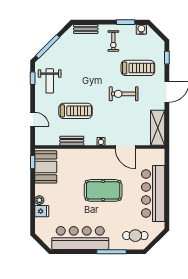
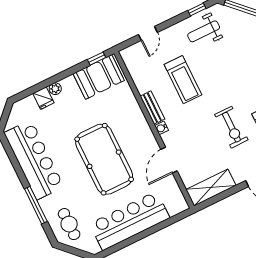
exercise bike: (124, 94) -> (231, 127), turned 180
bench: (72, 141) -> (152, 108), moved
pool table: (103, 190) -> (104, 159), width x1.36, depth x1.32

